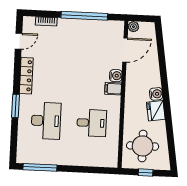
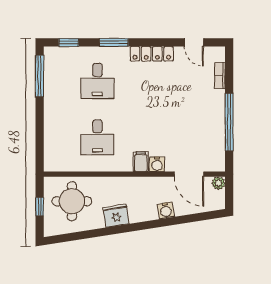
water cooler: (156, 94) -> (166, 210), moved
desk: (46, 121) -> (97, 81), width x0.73
window: (14, 142) -> (69, 42), added

